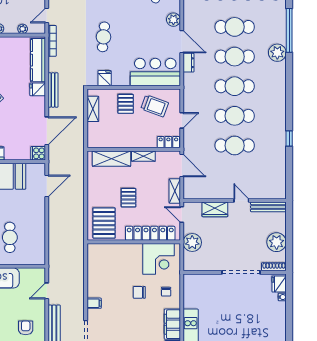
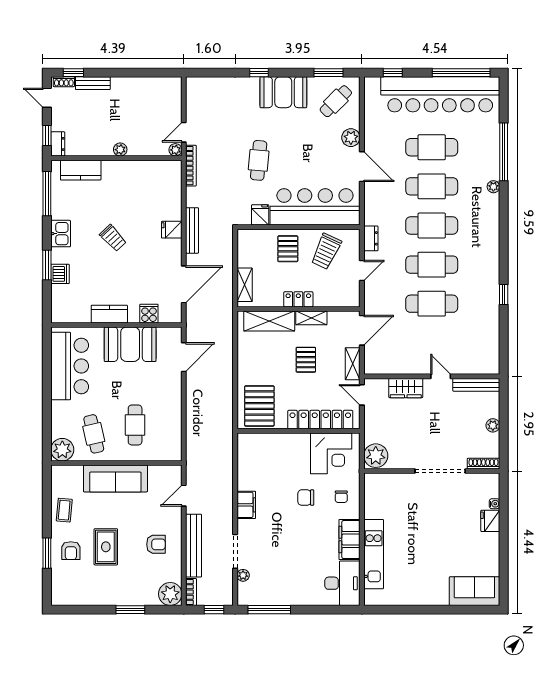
plant: (23, 29) -> (175, 150), moved
plant: (277, 53) -> (493, 187), width x0.53, depth x0.53
kitchen counter: (38, 60) -> (172, 191), removed
dresser: (189, 63) -> (371, 238), moved
bar counter: (155, 72) -> (315, 207), width x1.36
trolley: (155, 106) -> (326, 251), turned 95
shelving: (93, 109) -> (245, 285), moved
locker: (168, 142) -> (298, 299), moved
cooker: (38, 153) -> (149, 314), moved, turned 90
door: (182, 166) -> (362, 330), hinge flipped
pallet: (128, 198) -> (306, 360), moved
plant: (192, 242) -> (376, 456), moved
plant: (277, 242) -> (493, 425), width x0.53, depth x0.53
fridge: (279, 284) -> (490, 521), moved
filing cabinet: (94, 303) -> (246, 505), width x2.00
armchair: (26, 328) -> (156, 544), turned 90

